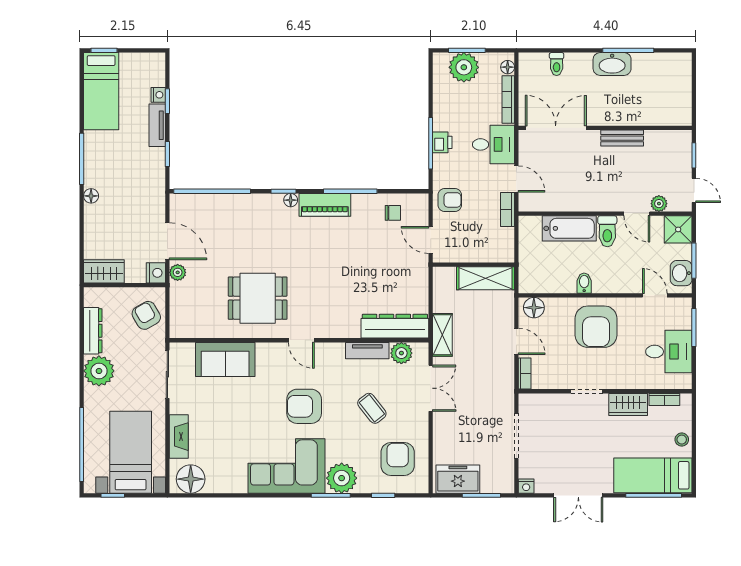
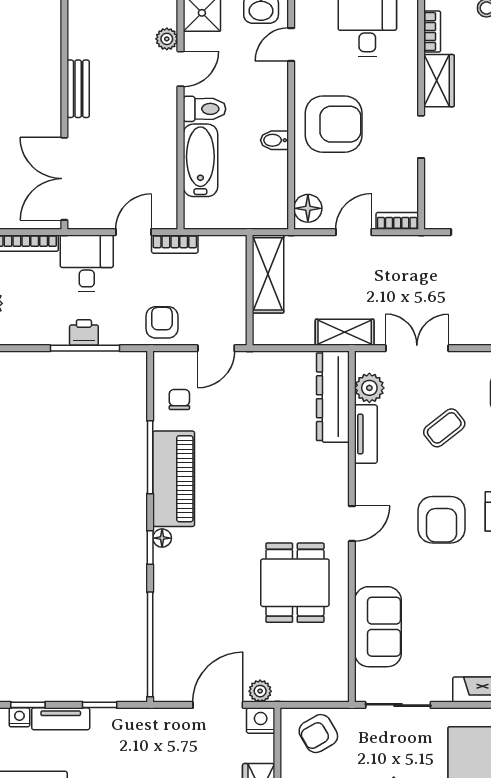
piano: (325, 205) -> (174, 479), width x1.37, depth x1.33

